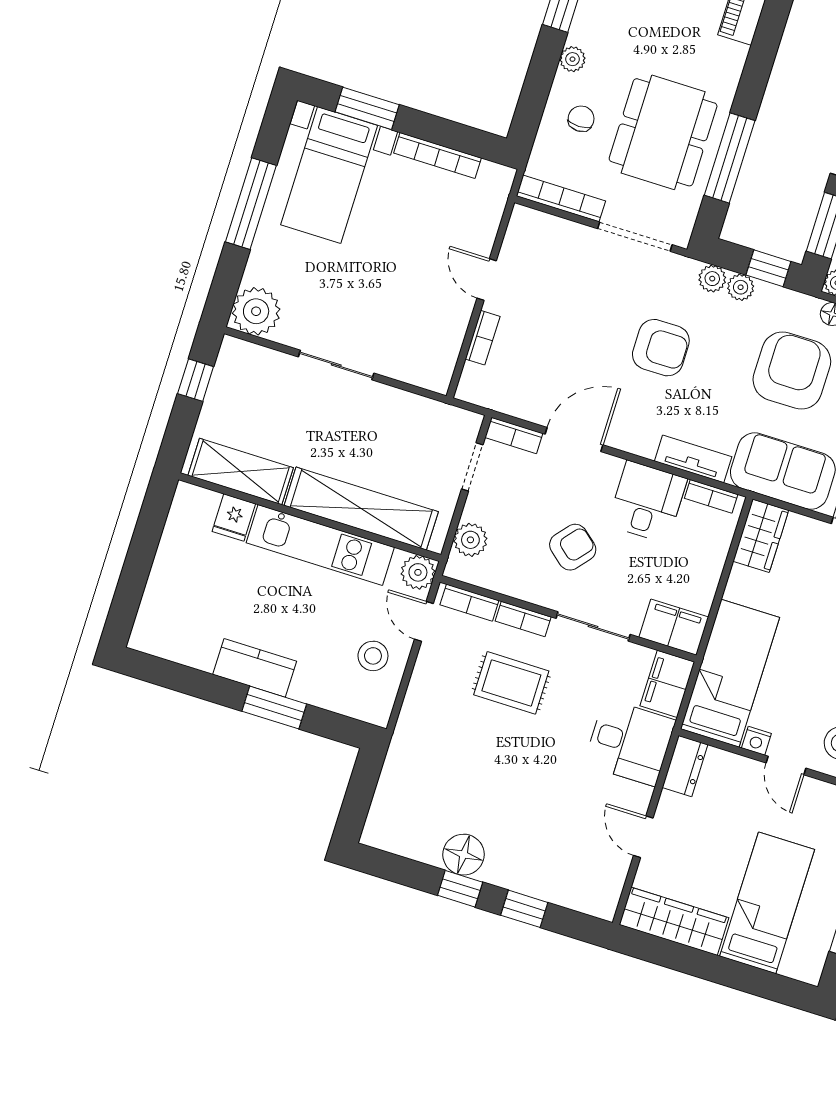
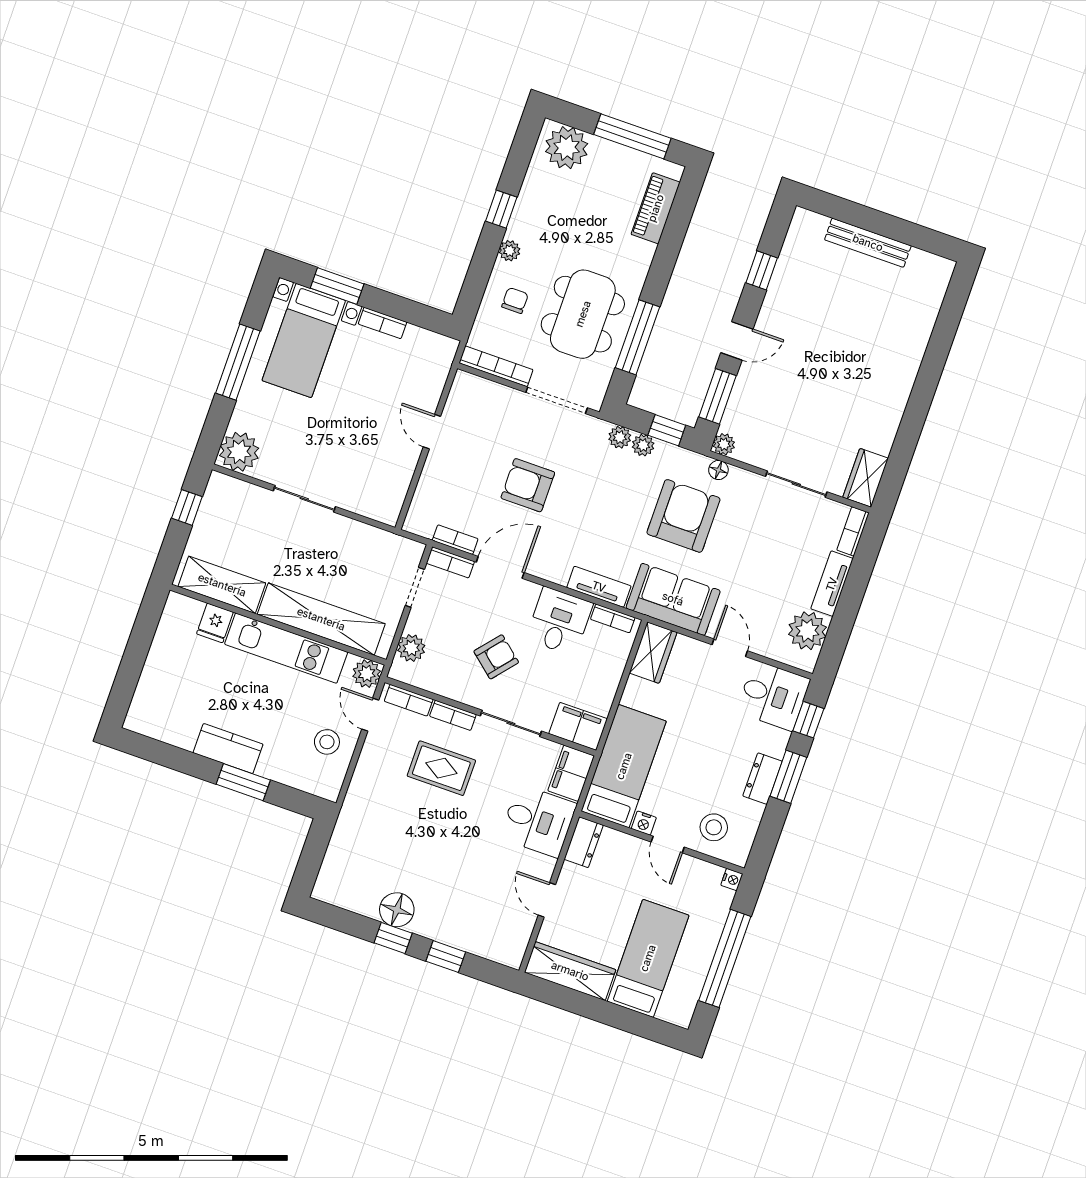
bookcase: (438, 155) -> (382, 323), width x0.64
bookcase: (483, 338) -> (455, 540), moved, turned -90
armchair: (661, 348) -> (528, 485), moved, turned 180

